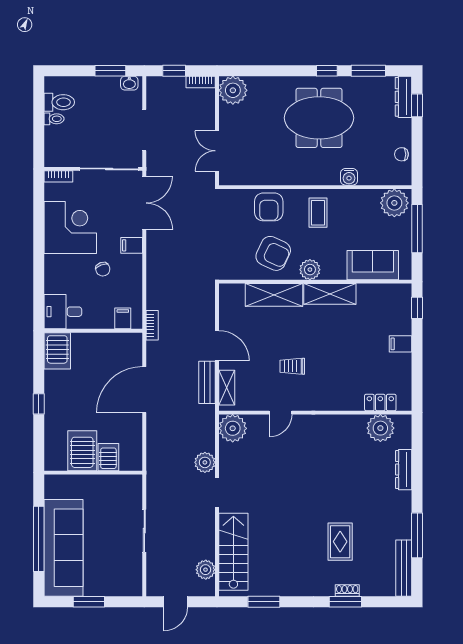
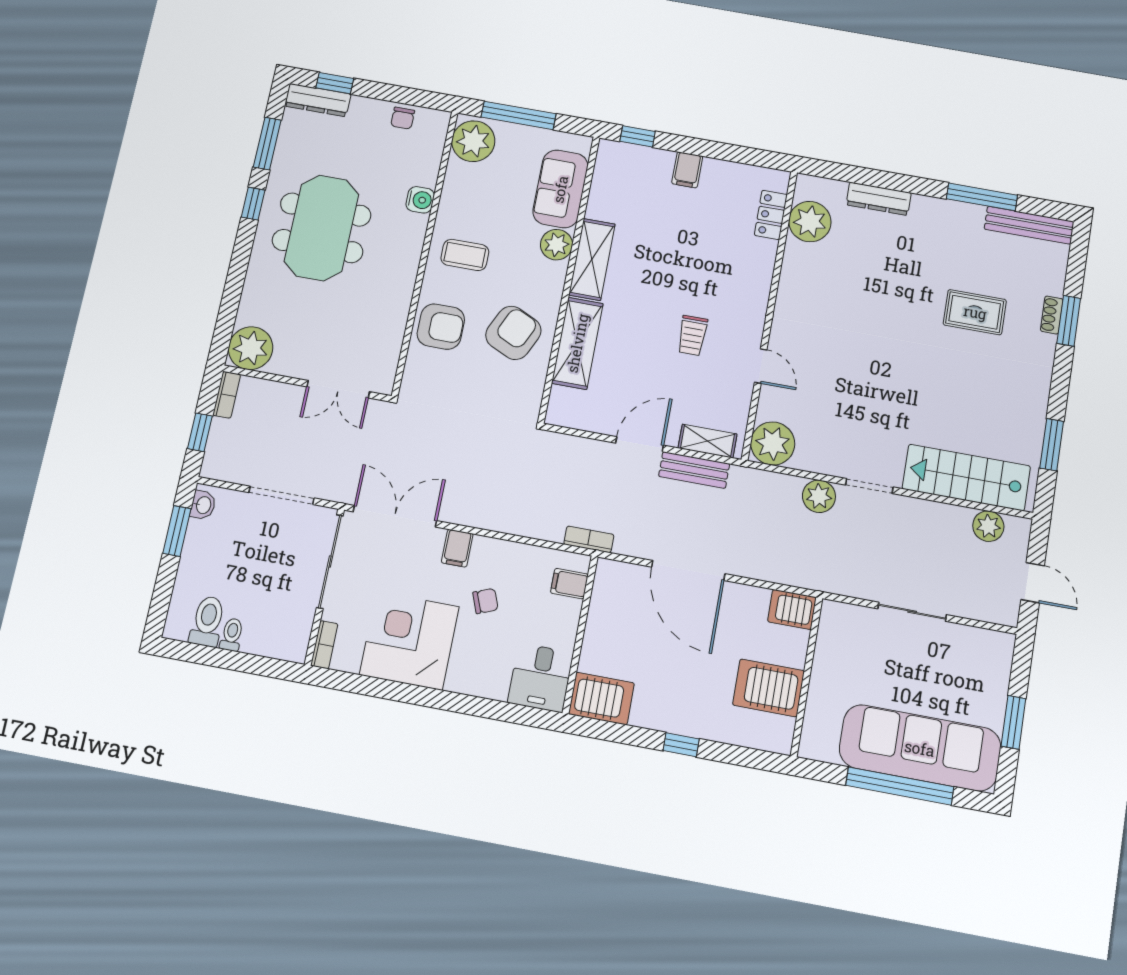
plant: (310, 270) -> (556, 245), moved
server rack: (108, 457) -> (792, 609), moved

